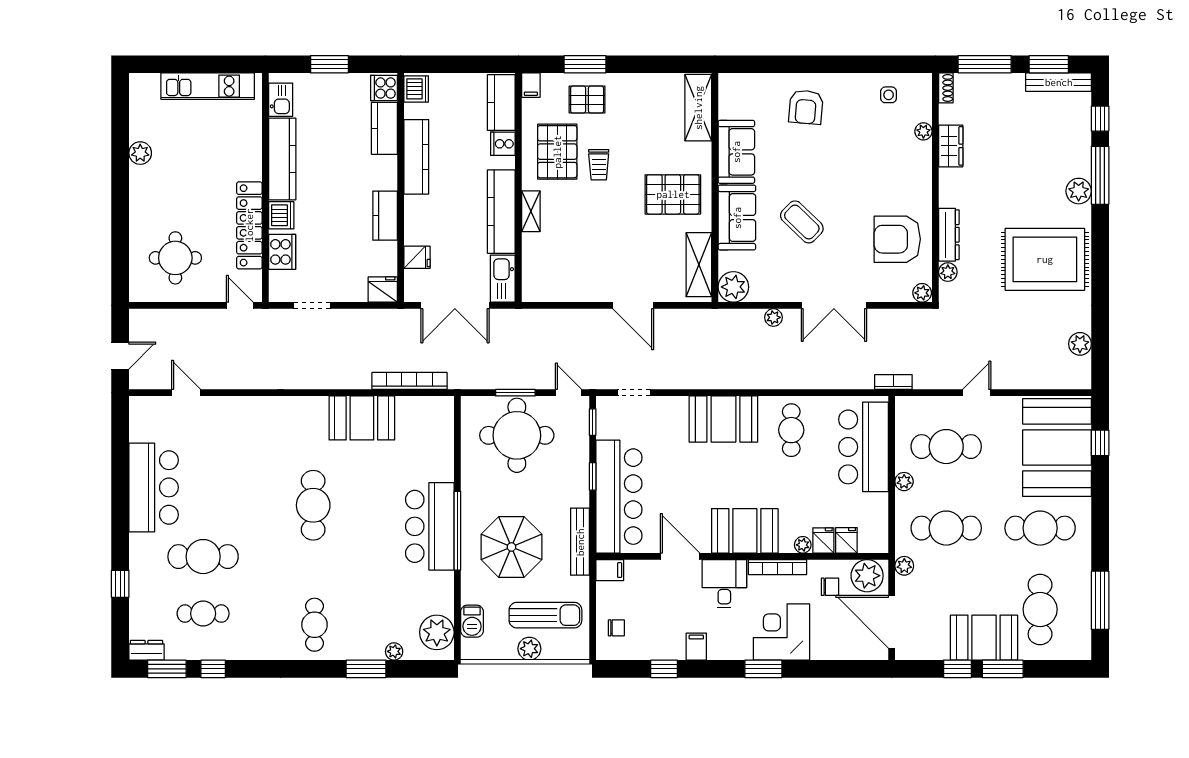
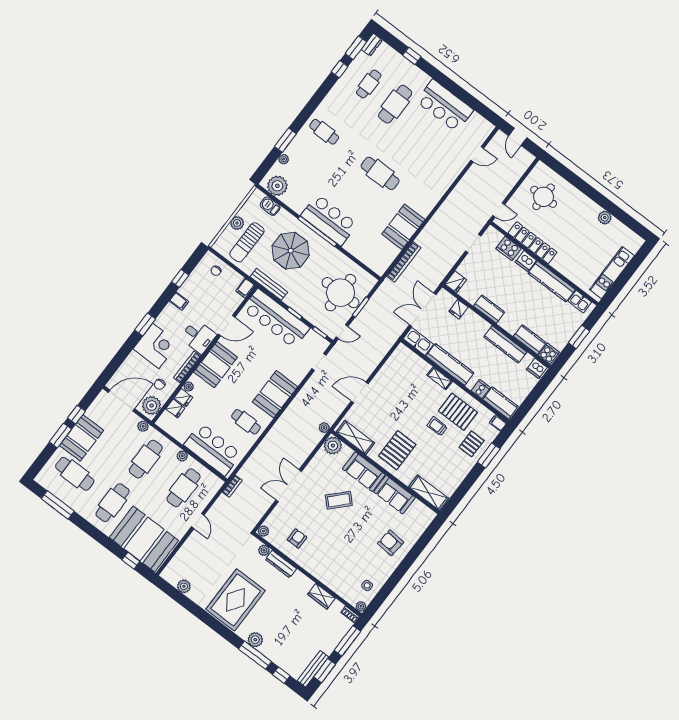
plant: (923, 131) -> (361, 606), moved
armchair: (897, 239) -> (297, 538), width x0.53, depth x0.53
plant: (773, 317) -> (324, 428), moved

